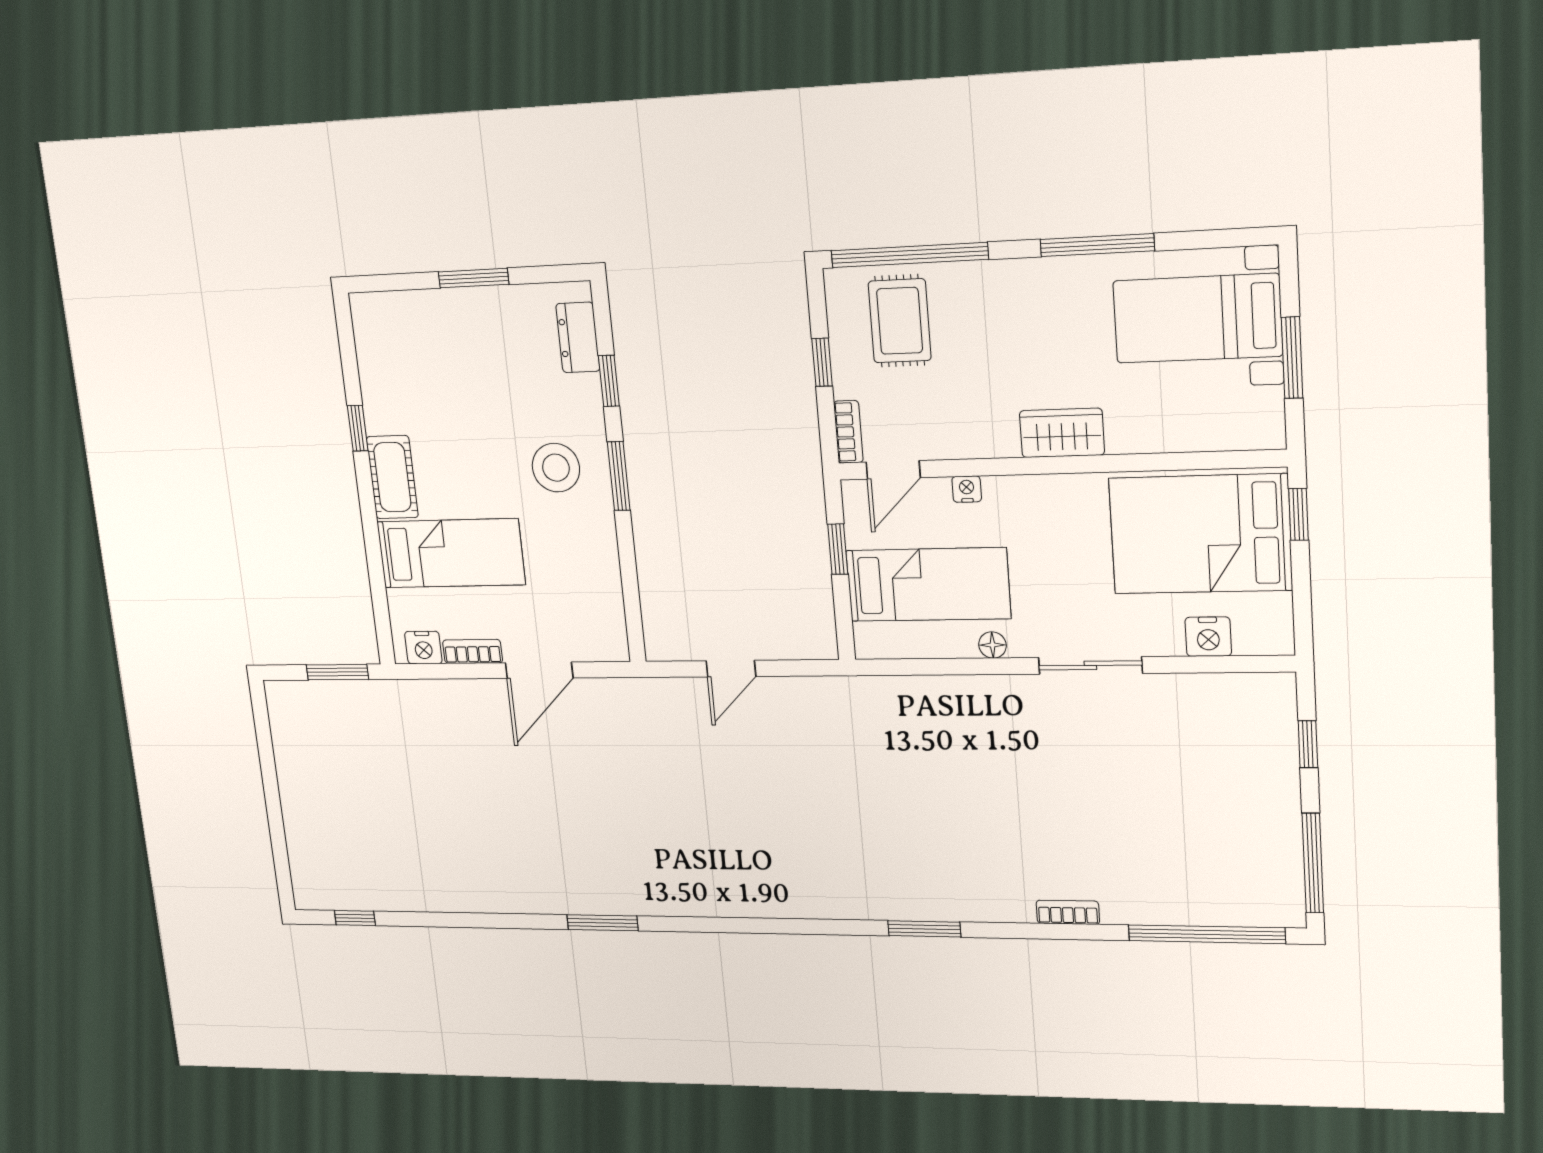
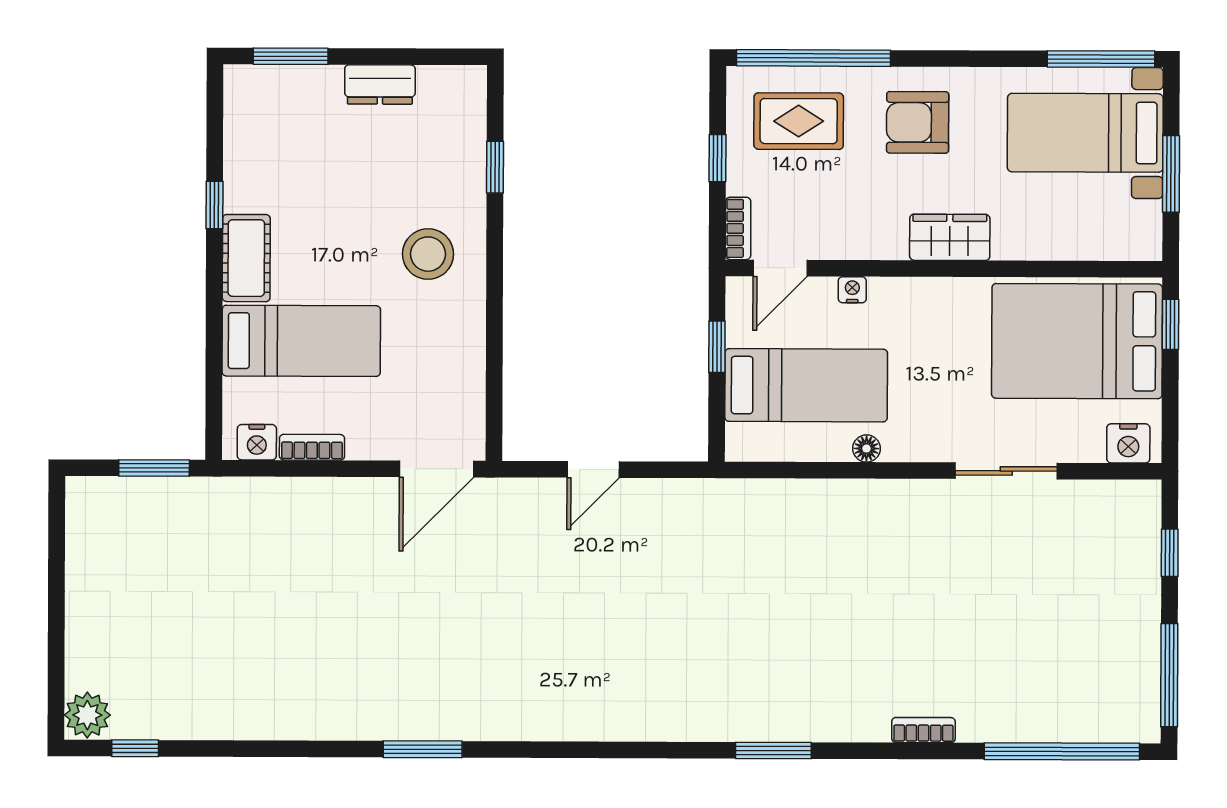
window: (1097, 245) -> (1101, 59), moved
window: (474, 278) -> (291, 56), moved
armchair: (1021, 316) -> (918, 122), added
rug: (900, 321) -> (799, 121), turned 90
dresser: (578, 337) -> (380, 84), moved, turned -90
window: (619, 476) -> (495, 265), removed
nightstand: (1208, 637) -> (1128, 443), moved
sliding door: (1090, 665) -> (1006, 471), moved
door: (539, 670) -> (436, 469), moved
plant: (311, 889) -> (87, 715), added

